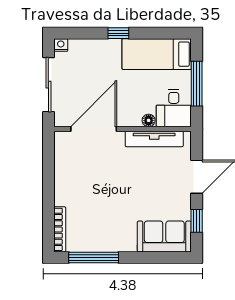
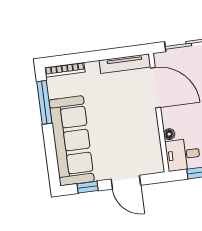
tv unit: (154, 139) -> (125, 64), moved, turned -90
sofa: (164, 237) -> (72, 141), width x1.85, depth x1.27

